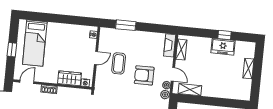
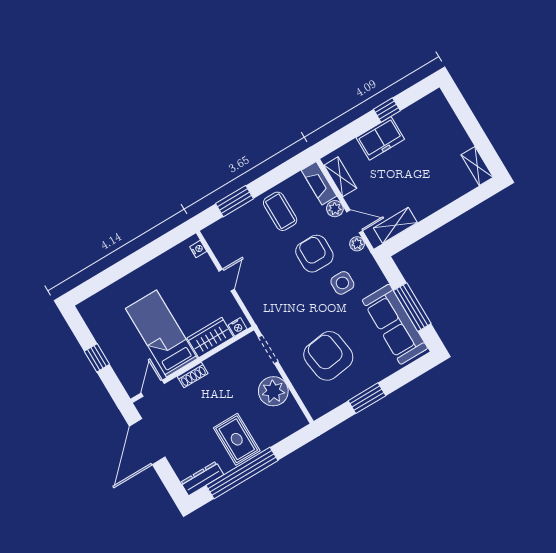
bed: (35, 43) -> (162, 334), moved, turned 180
freezer: (223, 47) -> (380, 138), moved
coffee table: (119, 63) -> (280, 211), moved
shelving: (248, 68) -> (477, 166), moved
armchair: (144, 75) -> (314, 254), turned 90
plant: (165, 95) -> (335, 209), moved
side table: (147, 98) -> (342, 283), added

